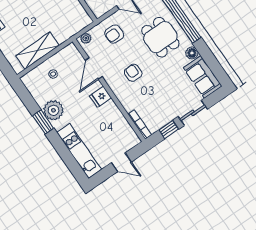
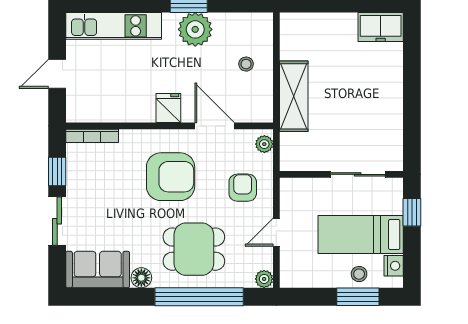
shelving: (37, 51) -> (294, 96), moved
armchair: (133, 73) -> (171, 177), width x1.88, depth x1.88

